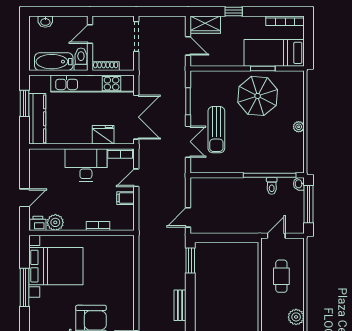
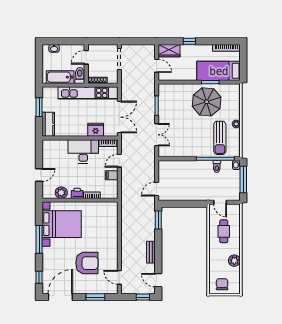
kitchen counter: (37, 119) -> (48, 124), width x0.67
sun lounger: (216, 130) -> (220, 138), moved
printer: (38, 223) -> (77, 193), moved
door: (276, 236) -> (220, 202), swing flipped

